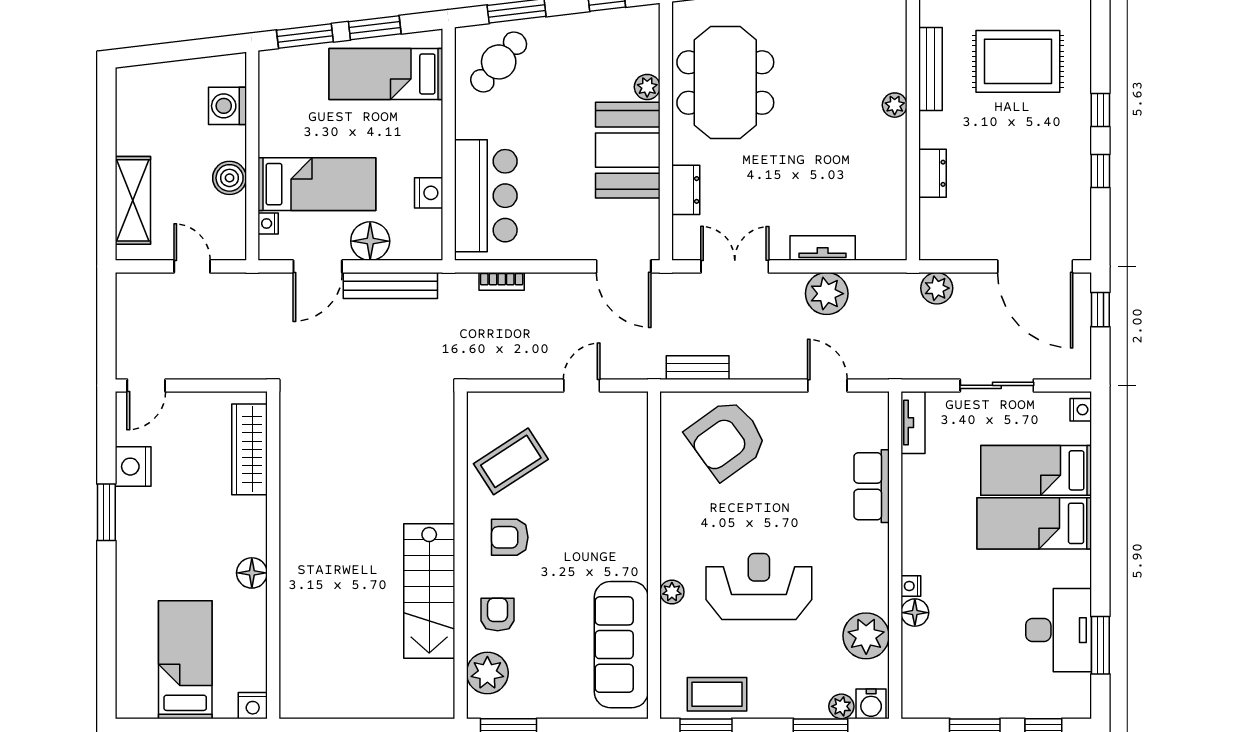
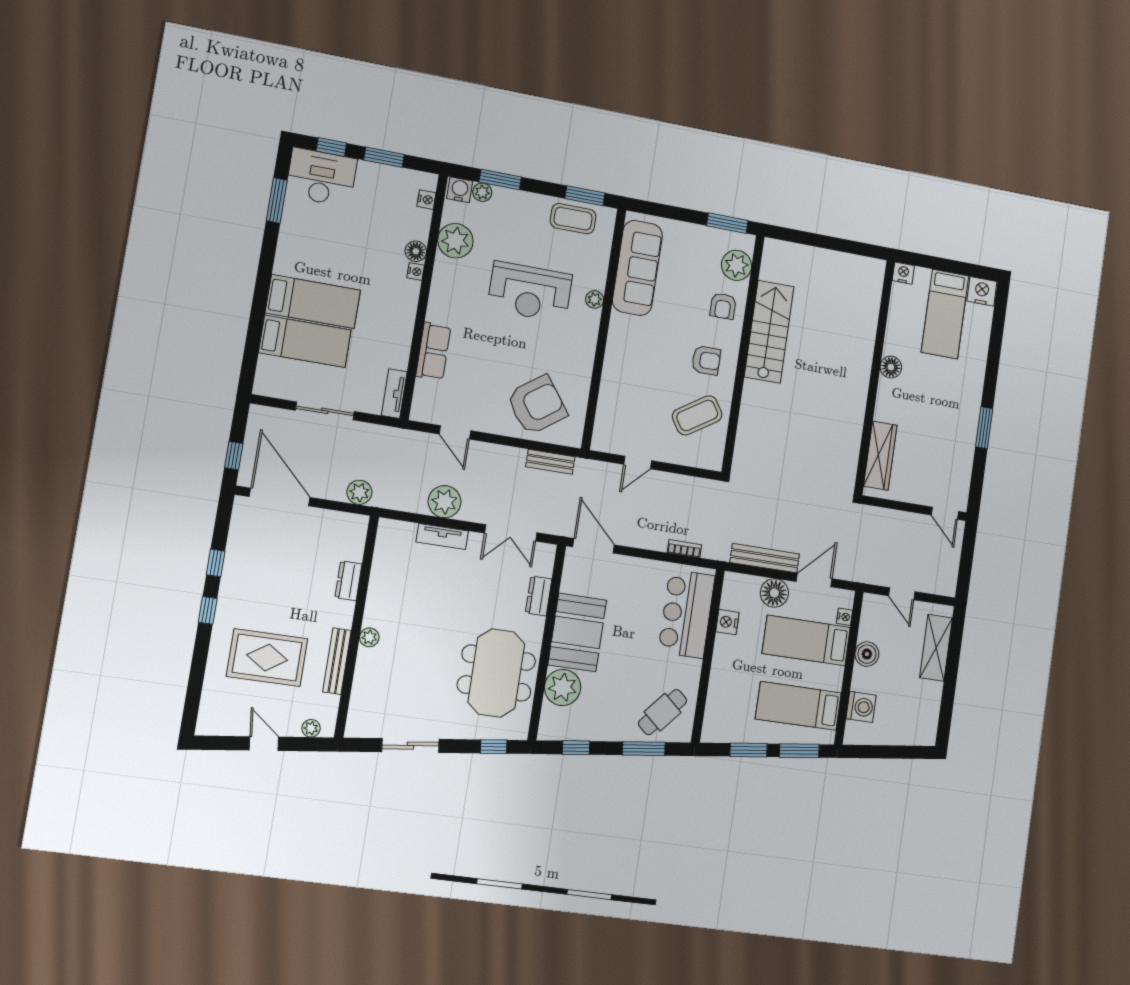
bed: (386, 74) -> (798, 706), moved, turned 180
plant: (647, 87) -> (563, 687), width x1.88, depth x1.88
door: (146, 385) -> (945, 513), swing flipped
nightstand: (1081, 410) -> (426, 200), moved, turned 180
nightstand: (133, 467) -> (982, 291), moved, turned -90
desk: (1059, 630) -> (321, 177), moved, turned 90

